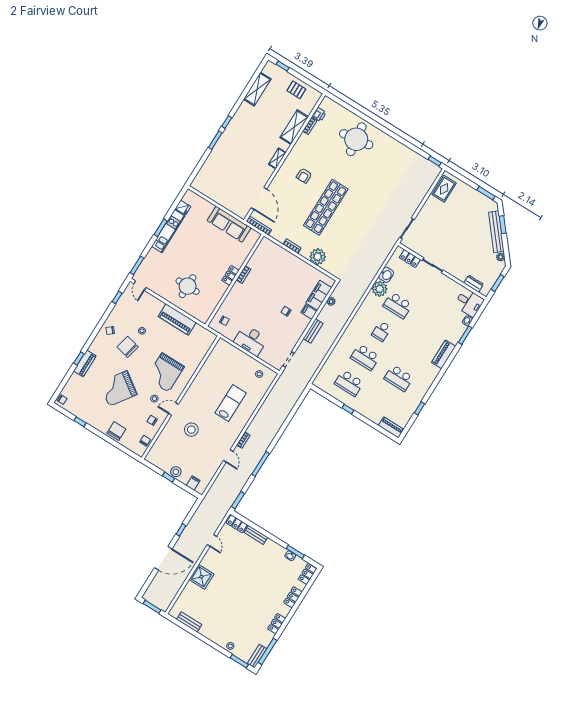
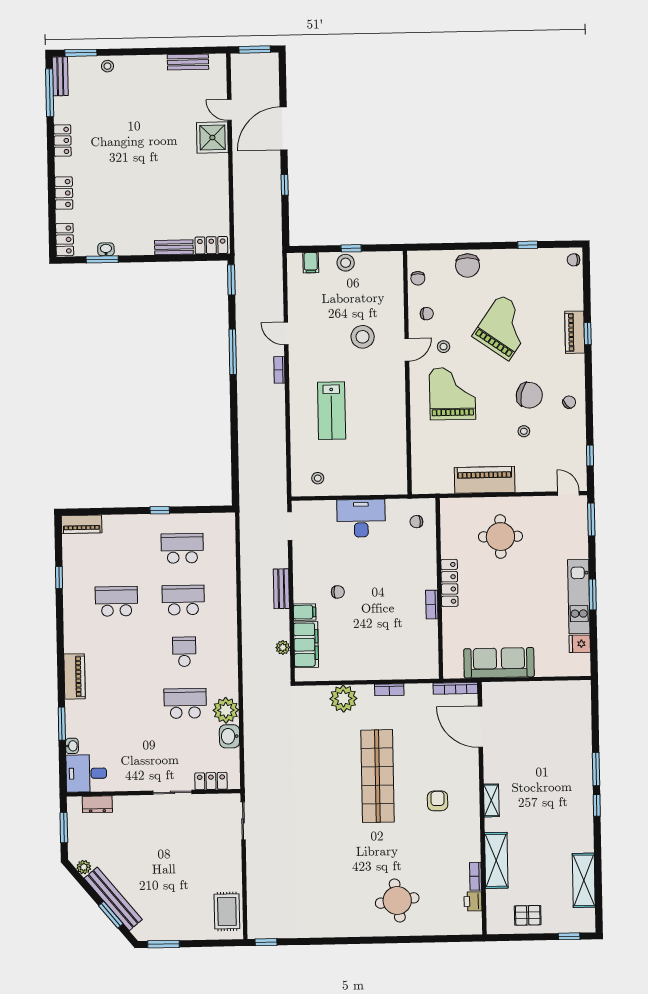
round table: (356, 139) -> (397, 901), width x0.73, depth x0.73
locker: (230, 275) -> (449, 583), width x1.53
door: (212, 541) -> (229, 110), moved

